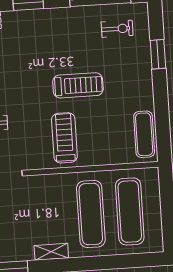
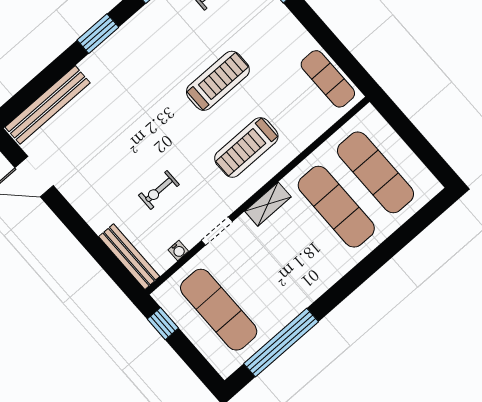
treadmill: (64, 138) -> (246, 147), turned -90
shelving: (51, 252) -> (268, 204), moved

